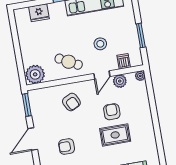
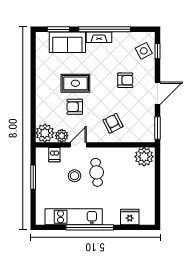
cafe table: (69, 62) -> (97, 172), moved, turned 56
plant: (140, 76) -> (45, 133), width x1.88, depth x1.88
armchair: (112, 112) -> (75, 107), turned 90

